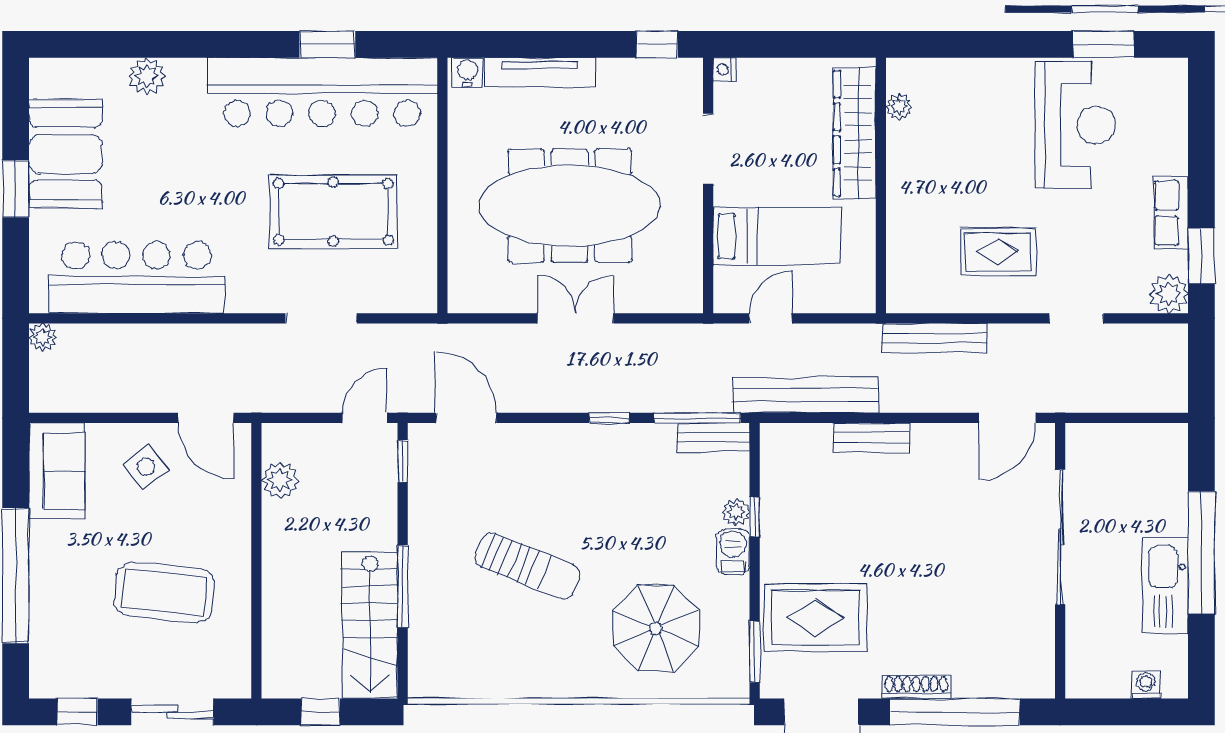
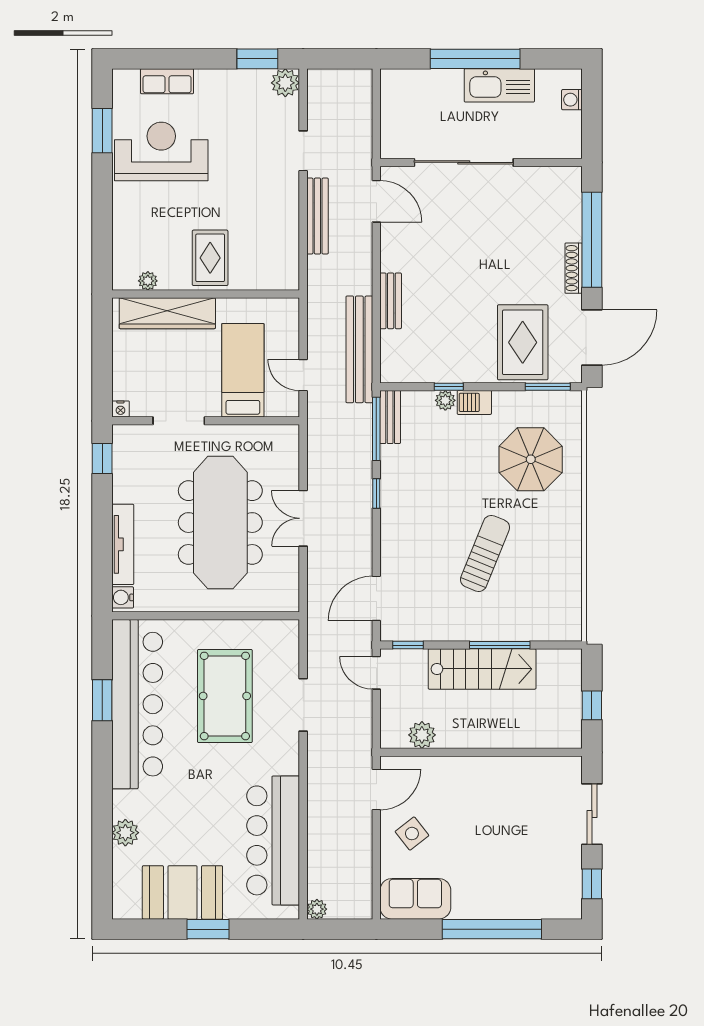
row of seats: (1171, 213) -> (167, 81), moved
rug: (998, 252) -> (210, 258), moved
bench: (935, 338) -> (317, 216), moved
coffee table: (164, 592) -> (504, 820), removed
stairs: (370, 625) -> (482, 669), moved

